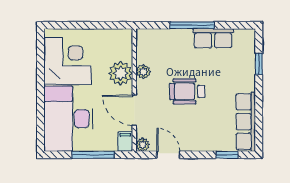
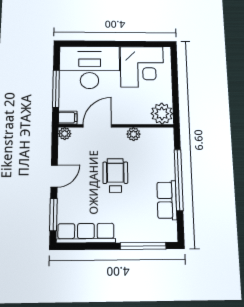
window: (192, 25) -> (179, 180), width x1.46
window: (259, 64) -> (143, 246), width x2.17
plant: (121, 73) -> (162, 114), moved
door: (168, 155) -> (54, 176), moved
window: (227, 155) -> (53, 215), width x1.50

